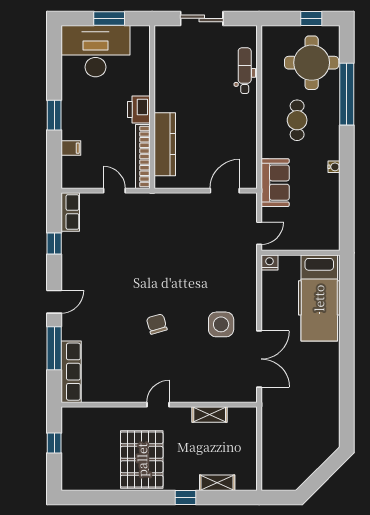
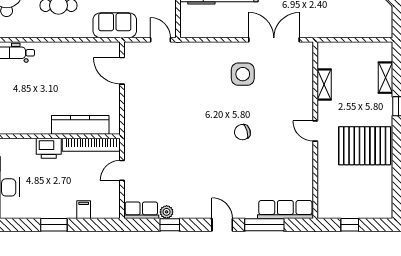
plant: (68, 240) -> (167, 212), added
nightstand: (270, 262) -> (187, 30), removed

